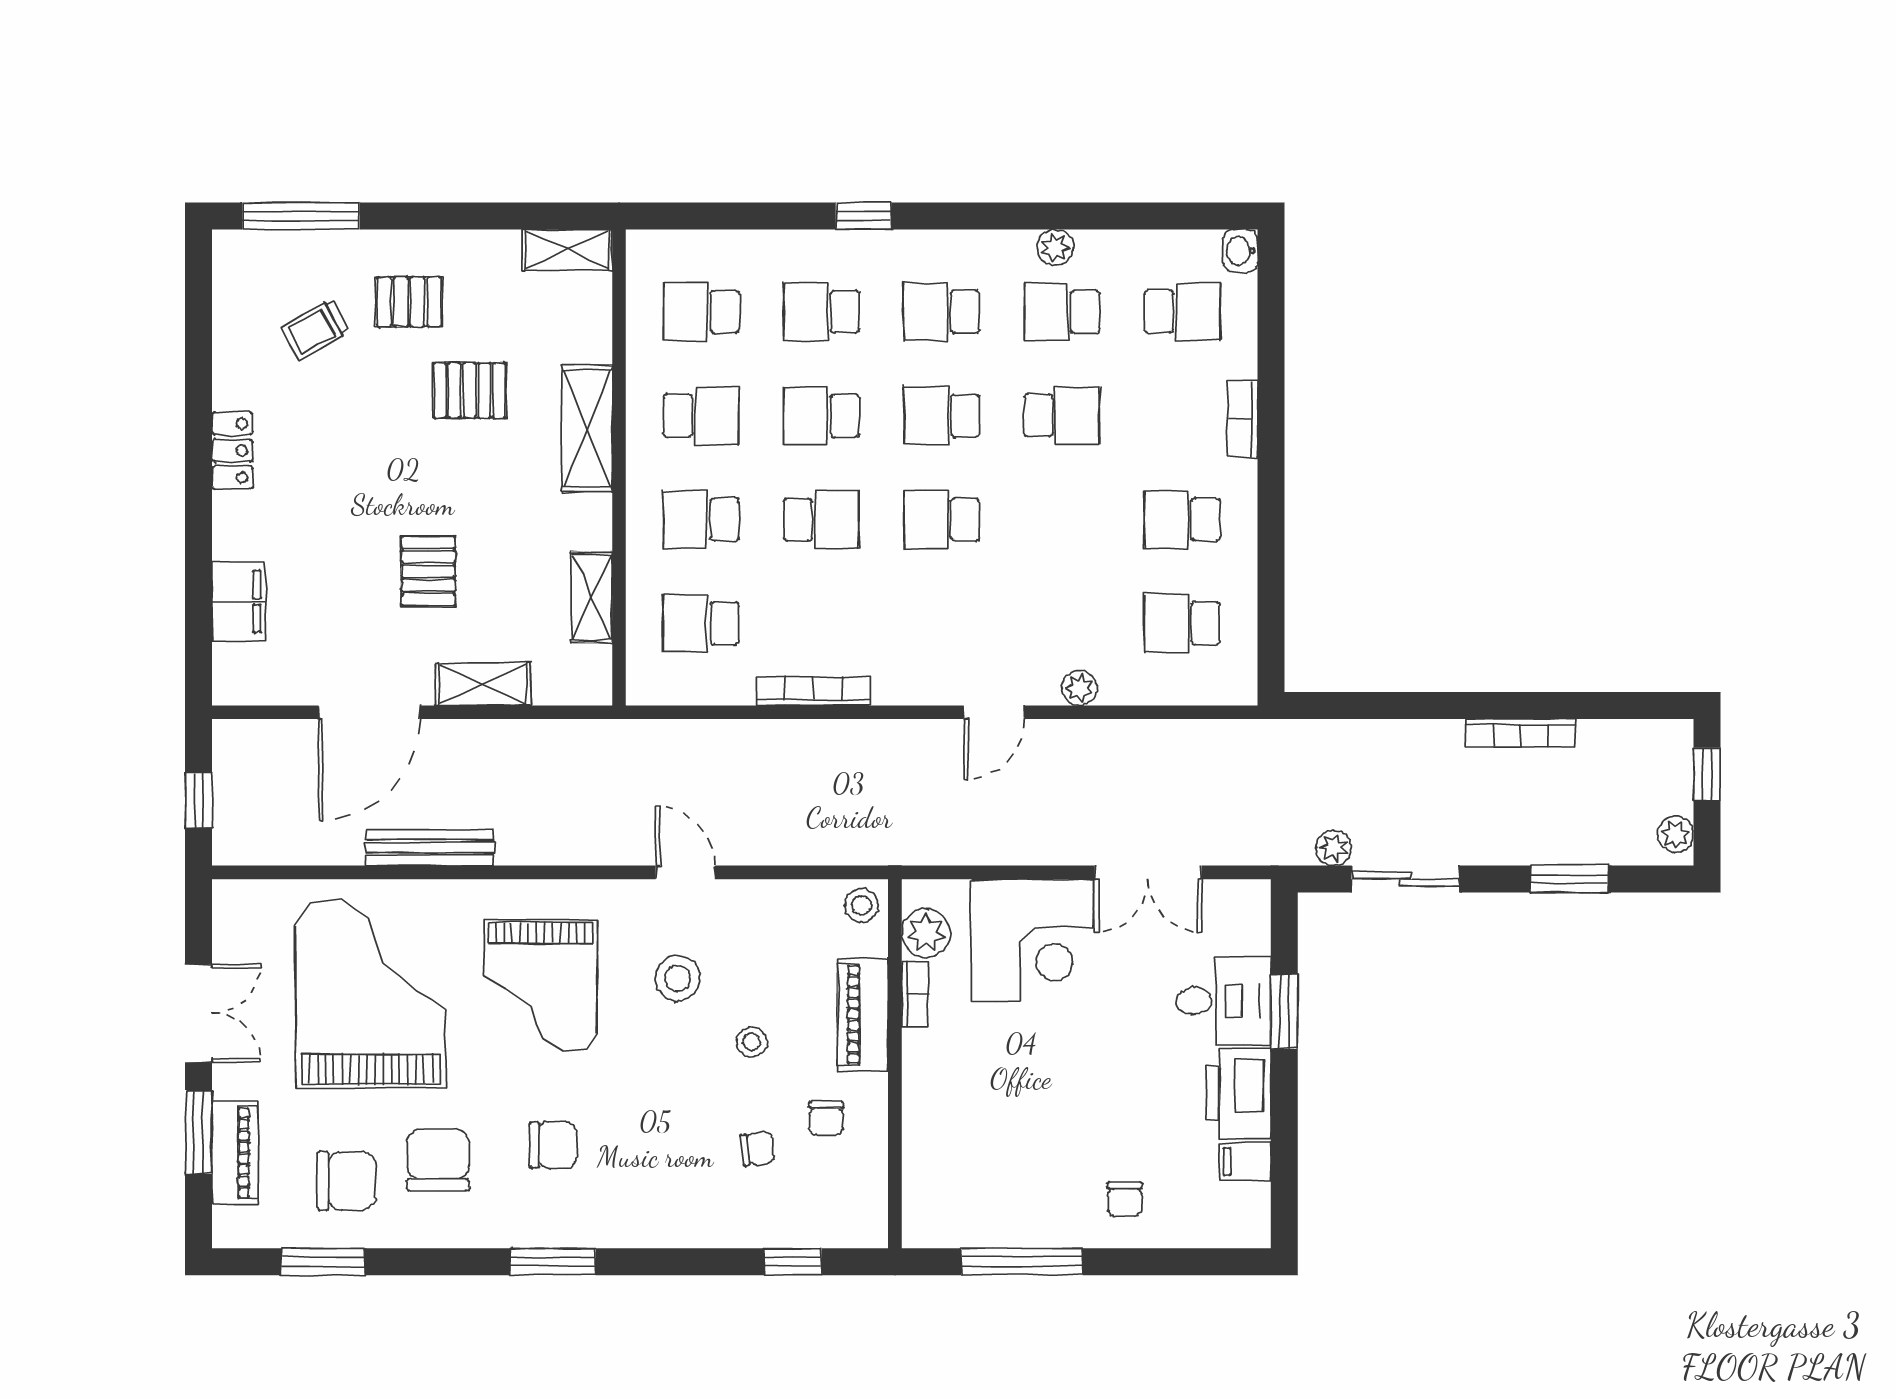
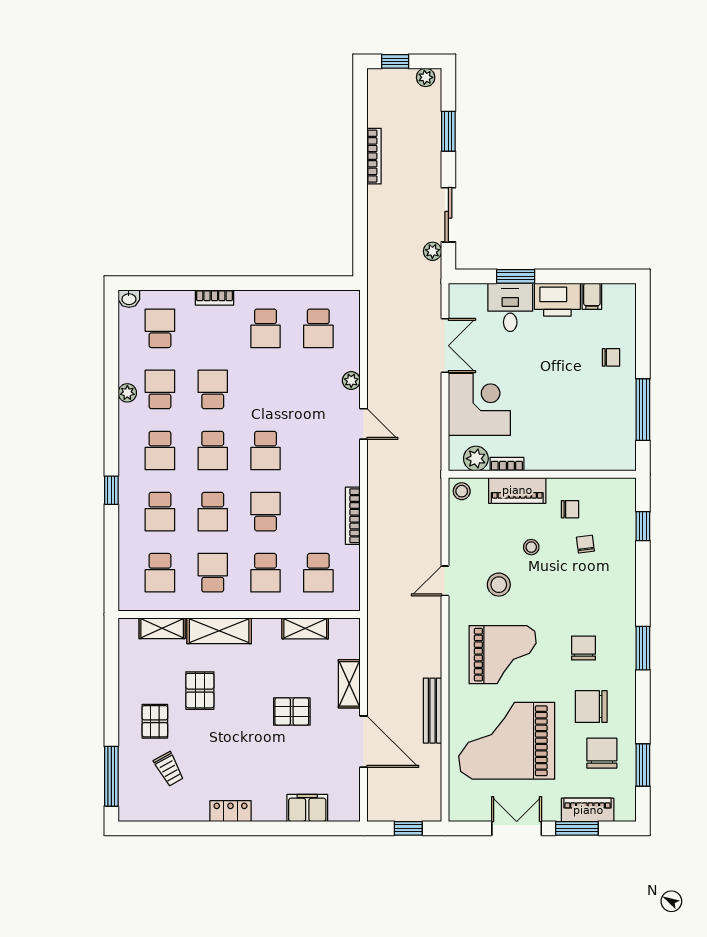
shelving: (567, 250) -> (162, 628), moved, turned 90
school desk: (1062, 312) -> (160, 389), turned 180

